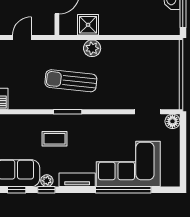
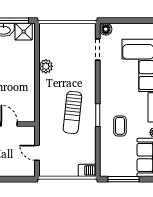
shower: (88, 25) -> (24, 32), moved
plant: (92, 48) -> (46, 66), moved

